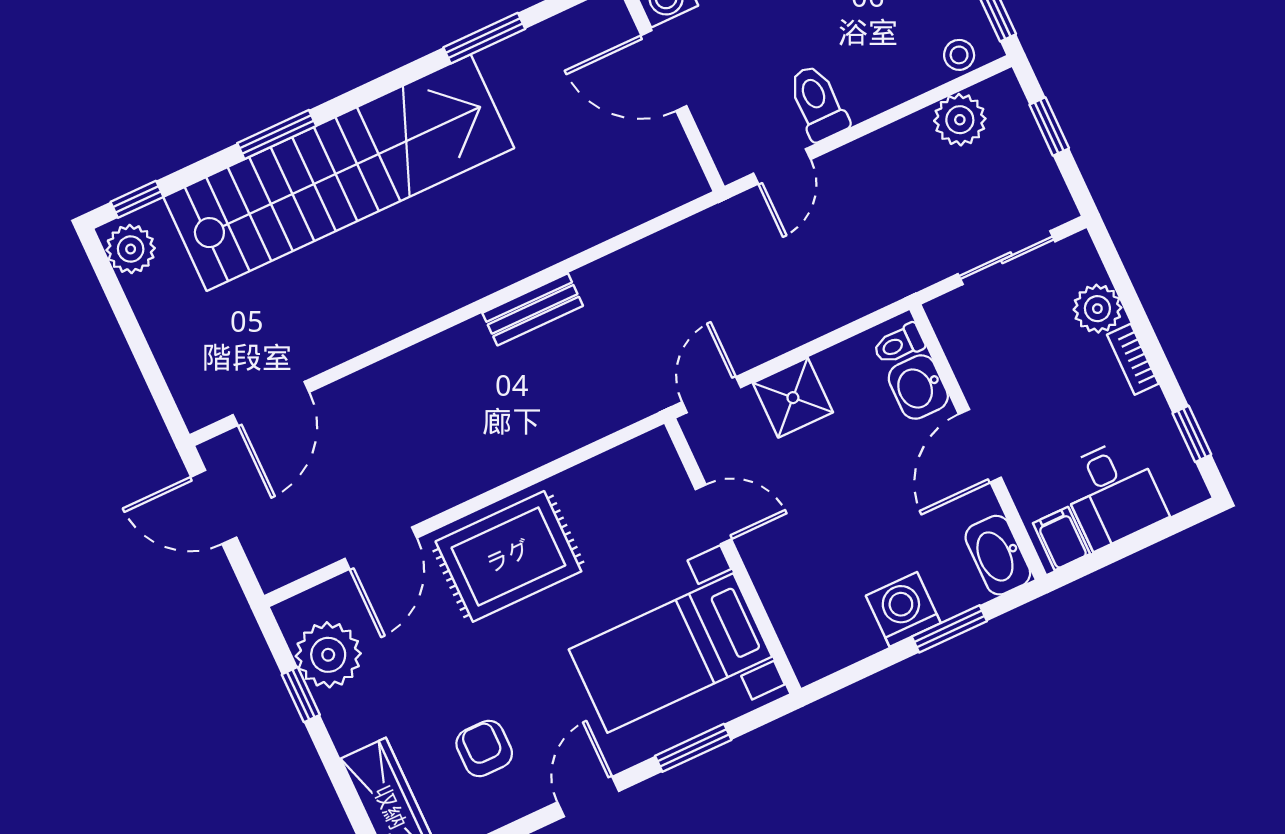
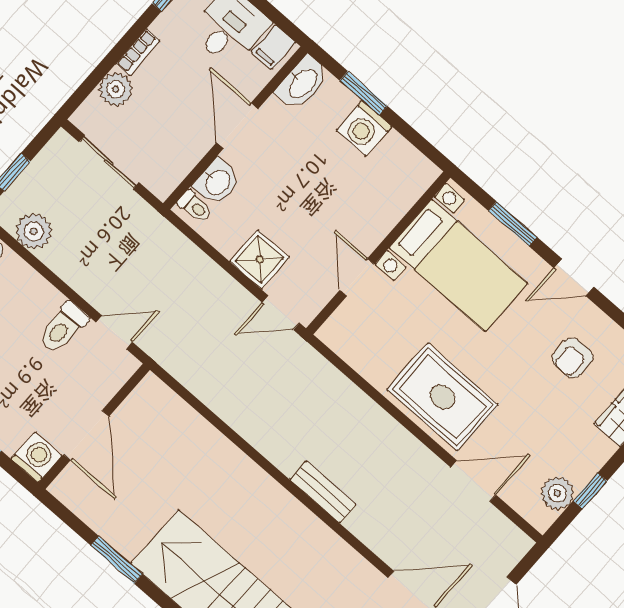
bench: (533, 309) -> (323, 492), moved
door: (980, 446) -> (237, 126), swing flipped
plant: (328, 655) -> (557, 493), width x0.73, depth x0.73

